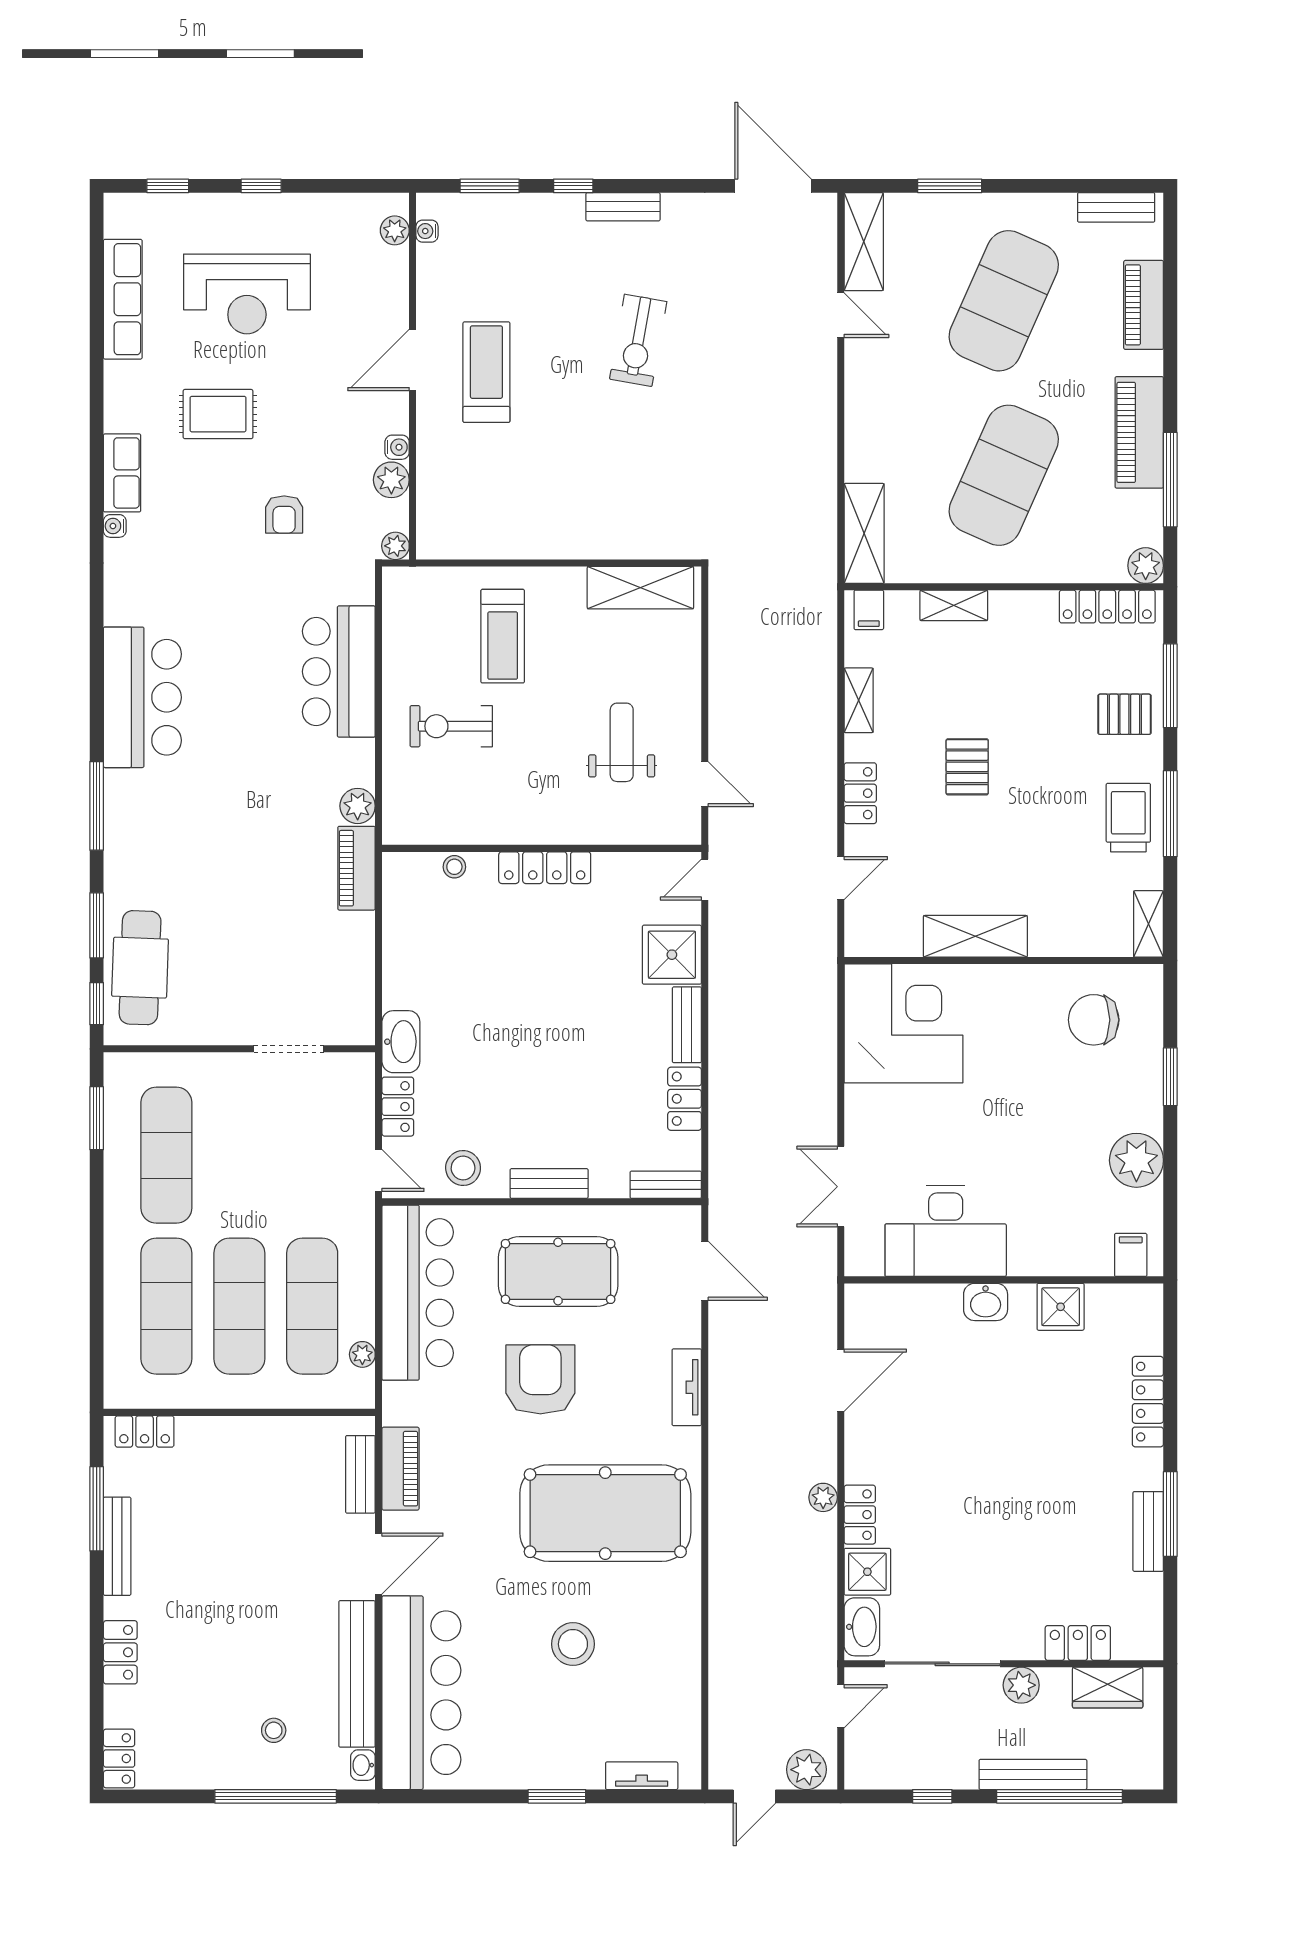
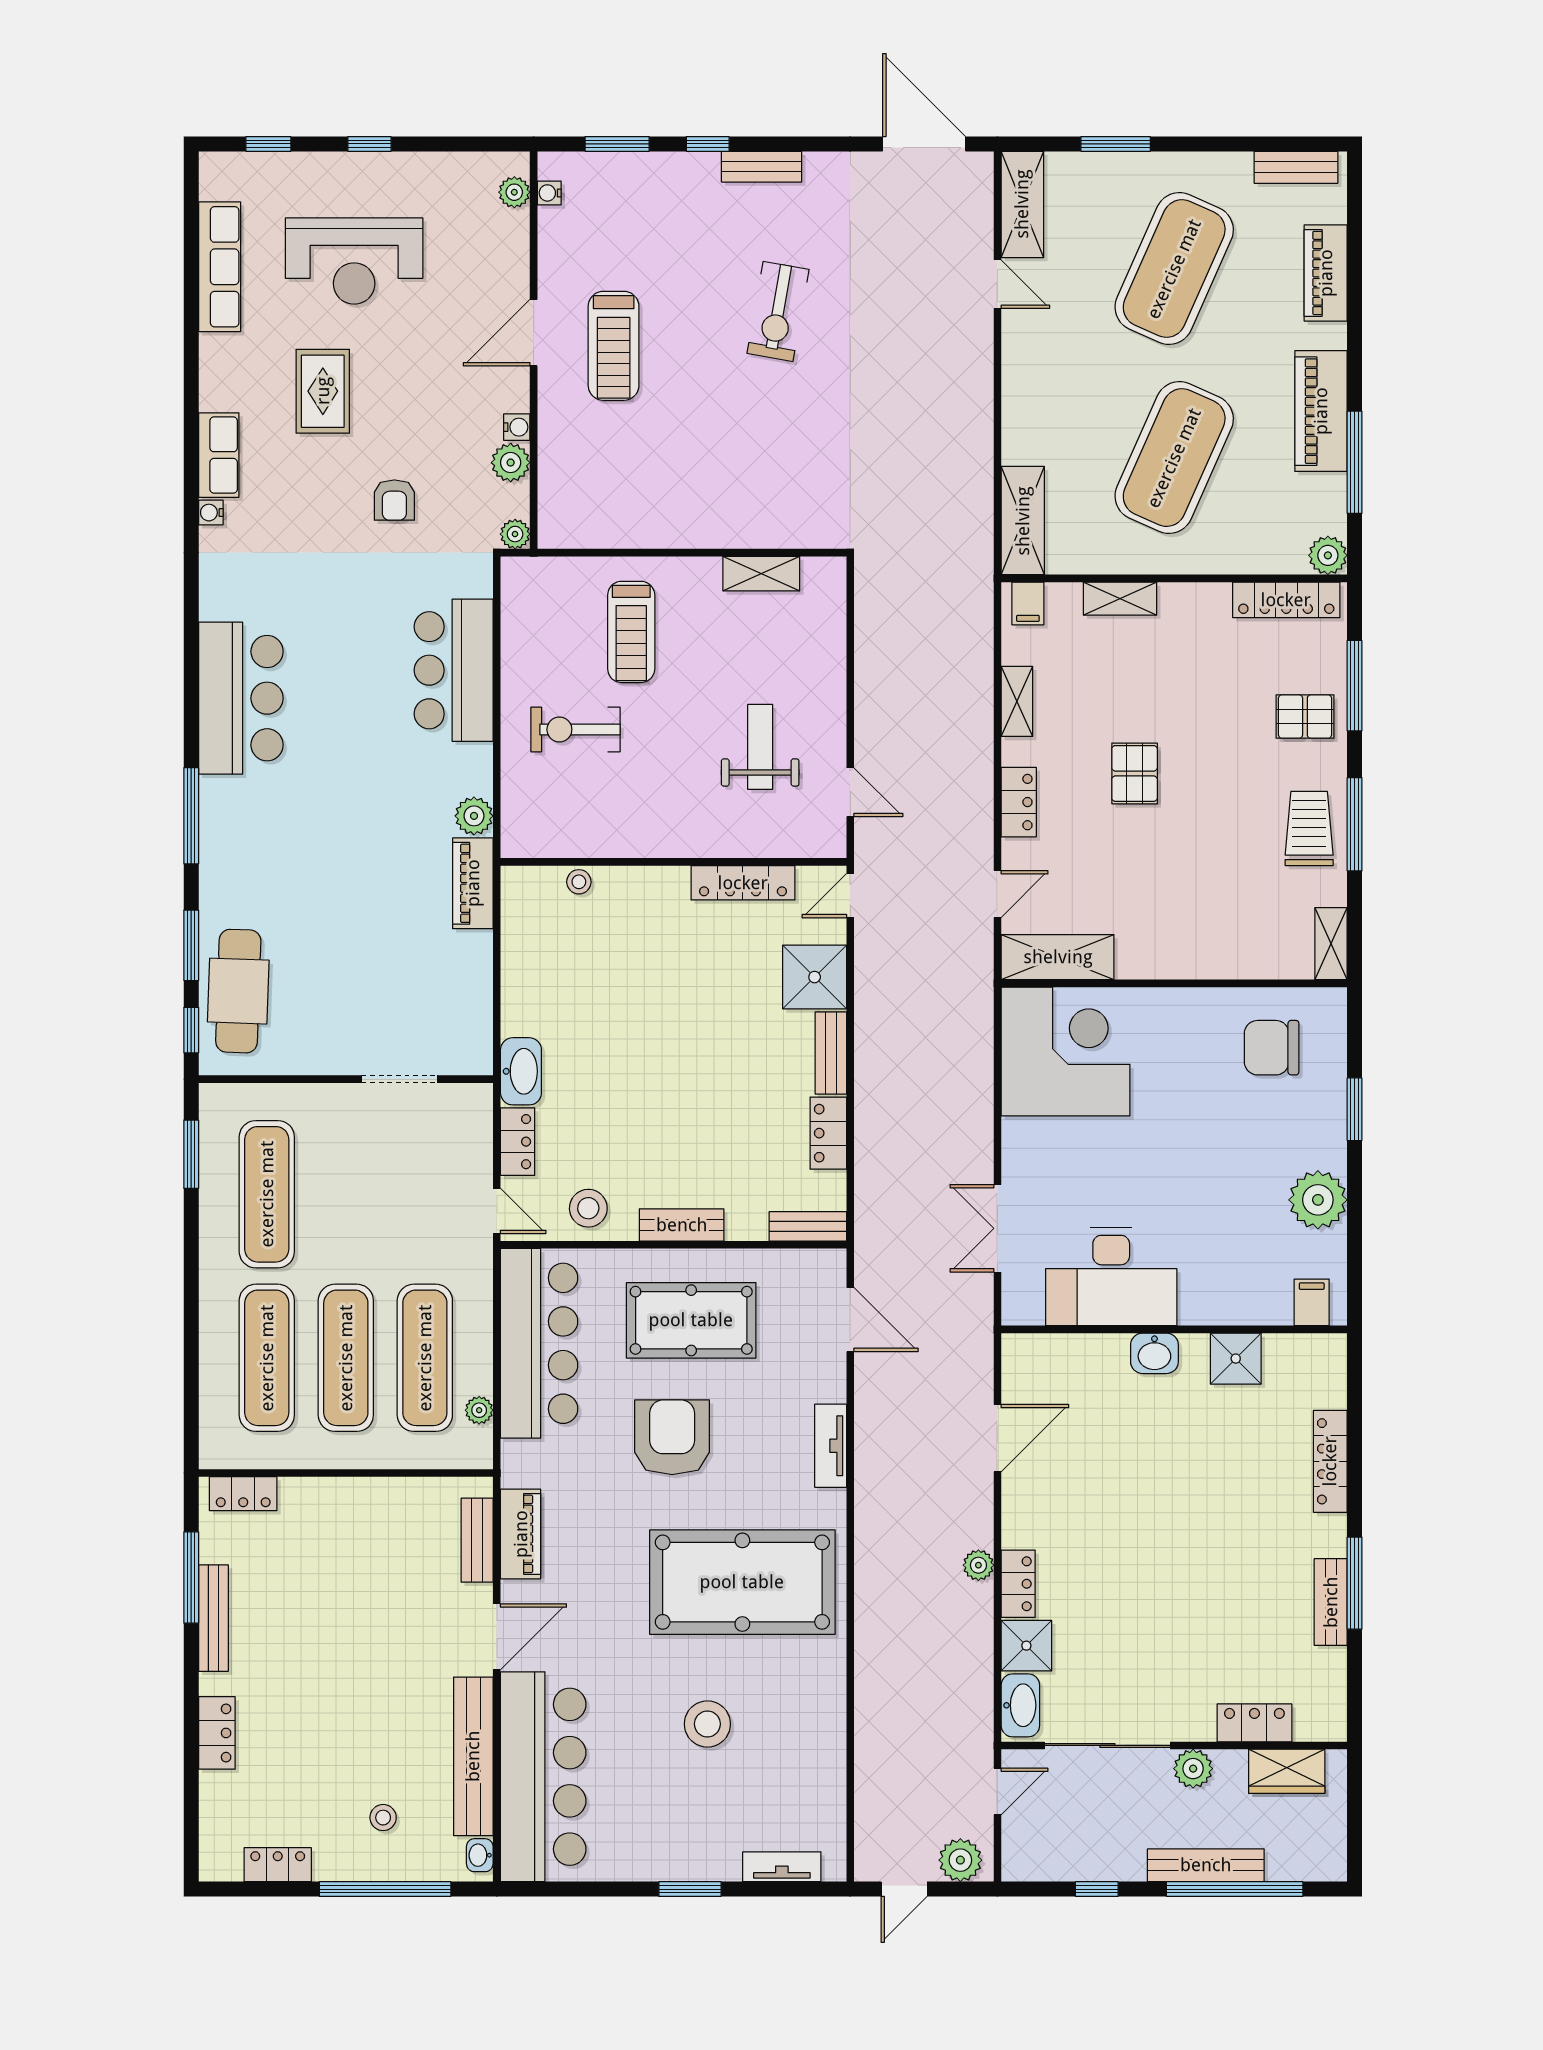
treadmill: (486, 372) -> (614, 346), turned 180
rug: (218, 414) -> (323, 391), turned 90
shelving: (640, 588) -> (761, 574), width x0.67, depth x0.75
locker: (545, 868) -> (743, 883), moved
shelving: (975, 936) -> (1058, 957), moved
locker: (119, 1758) -> (278, 1865), moved, turned -90

